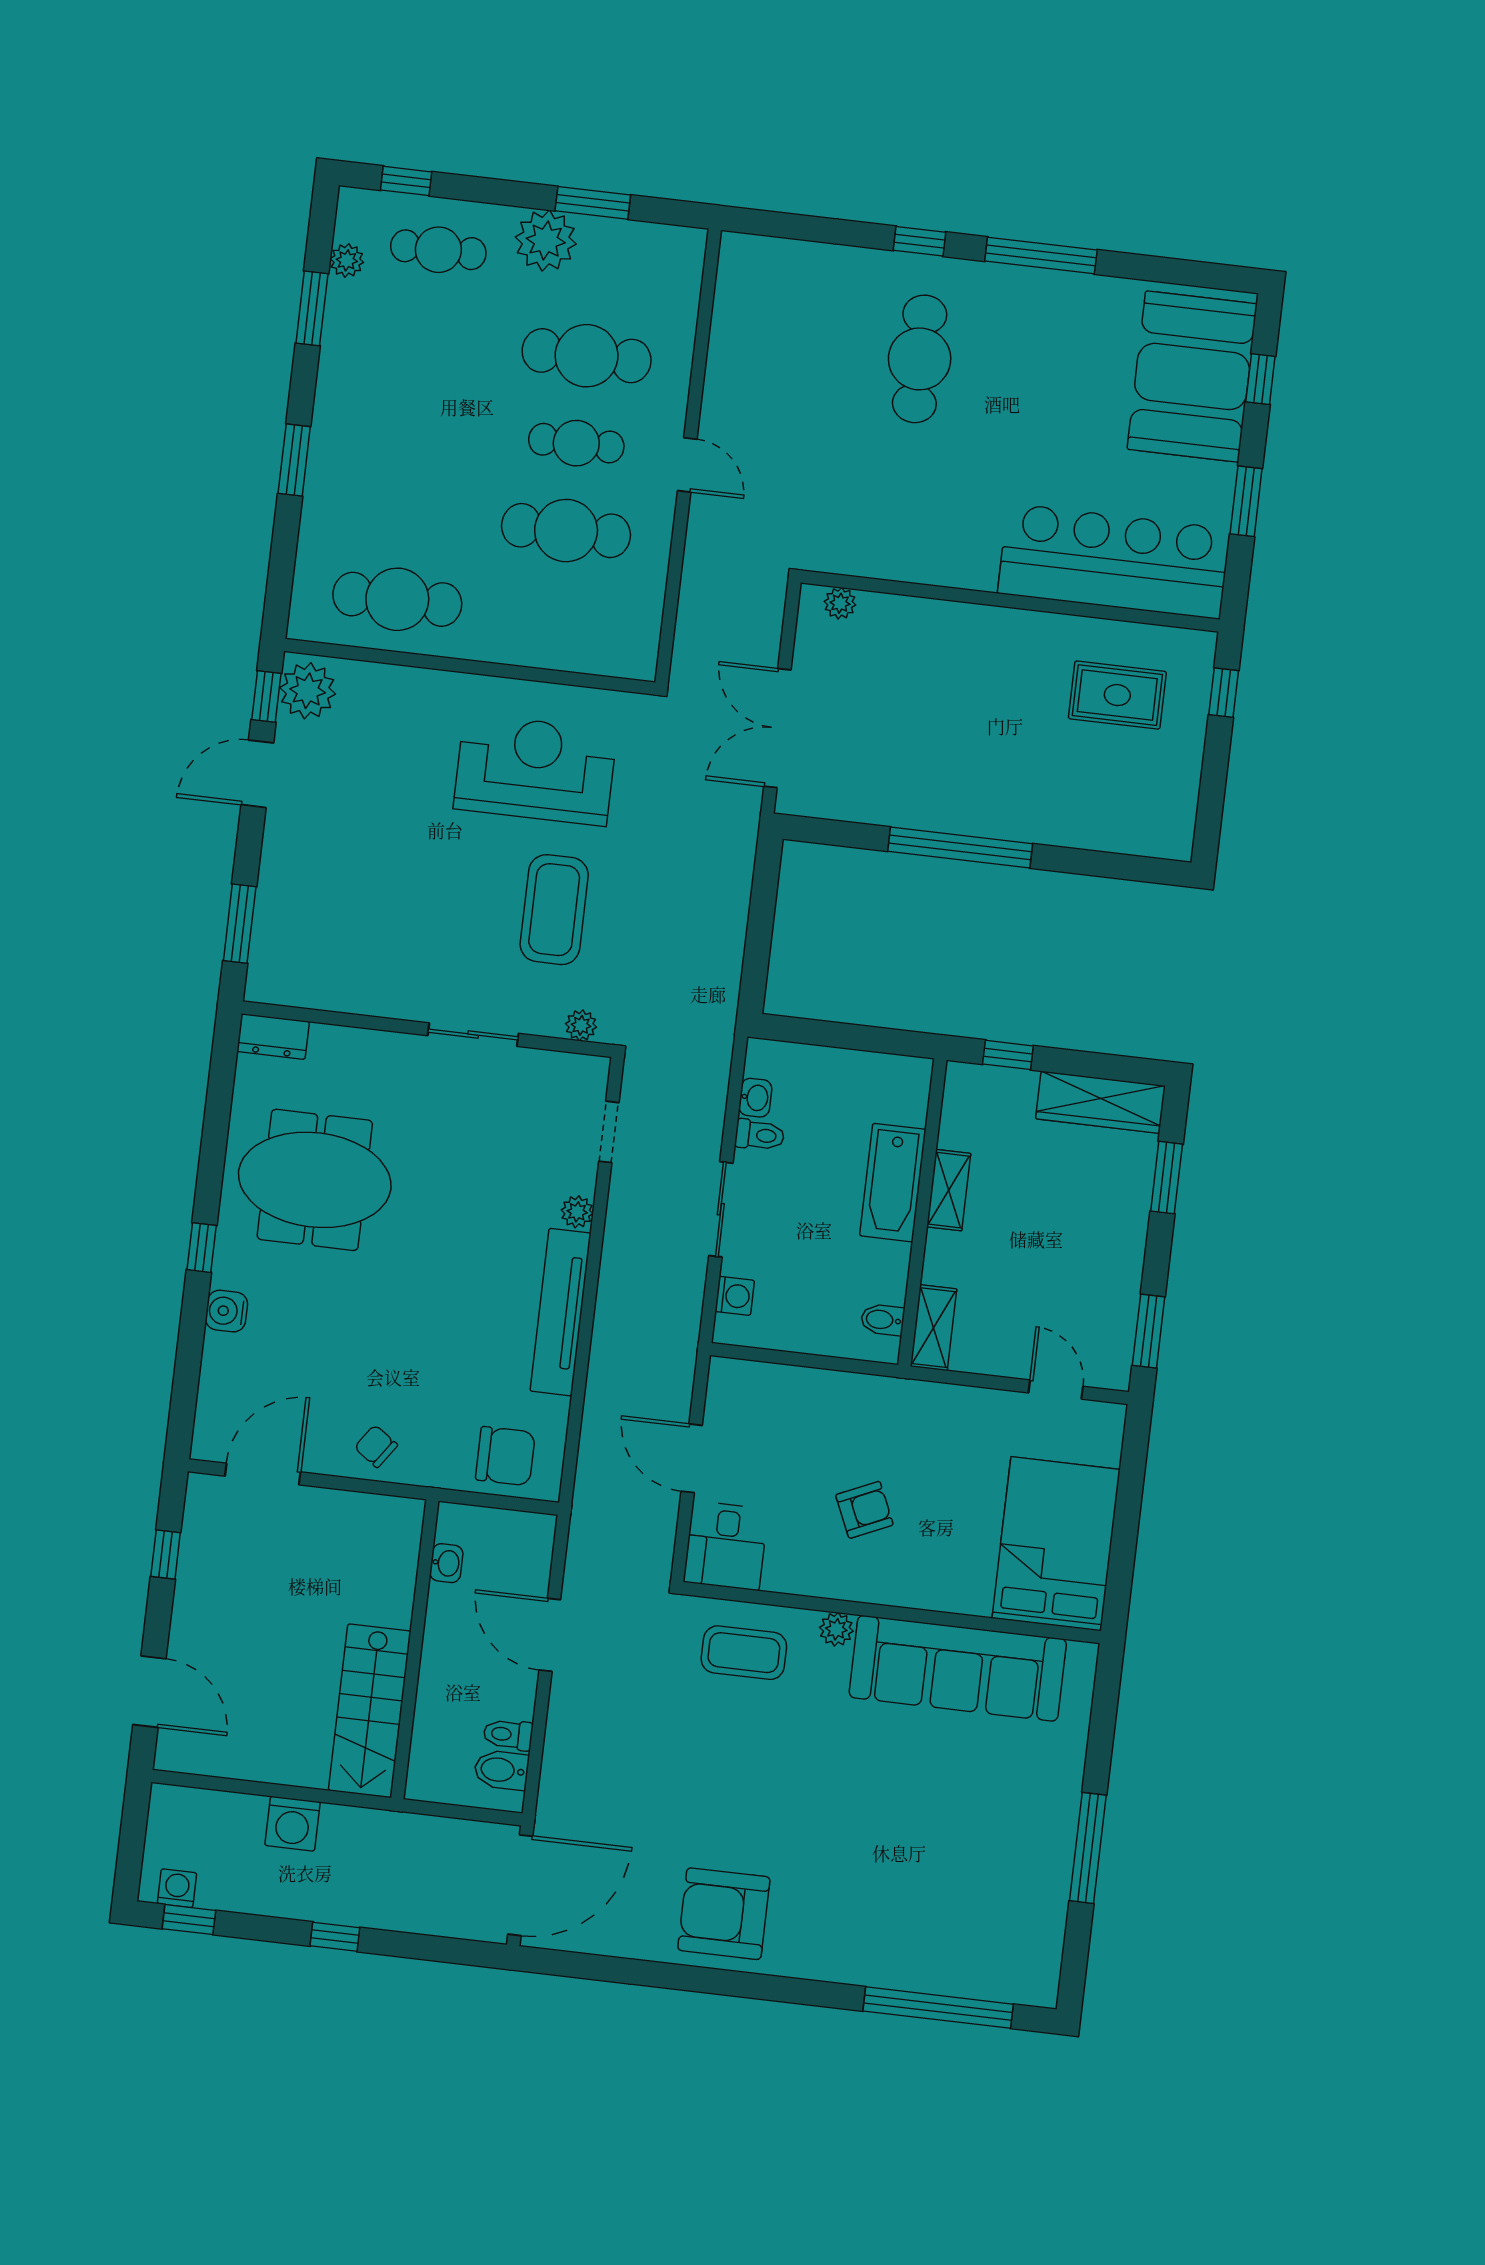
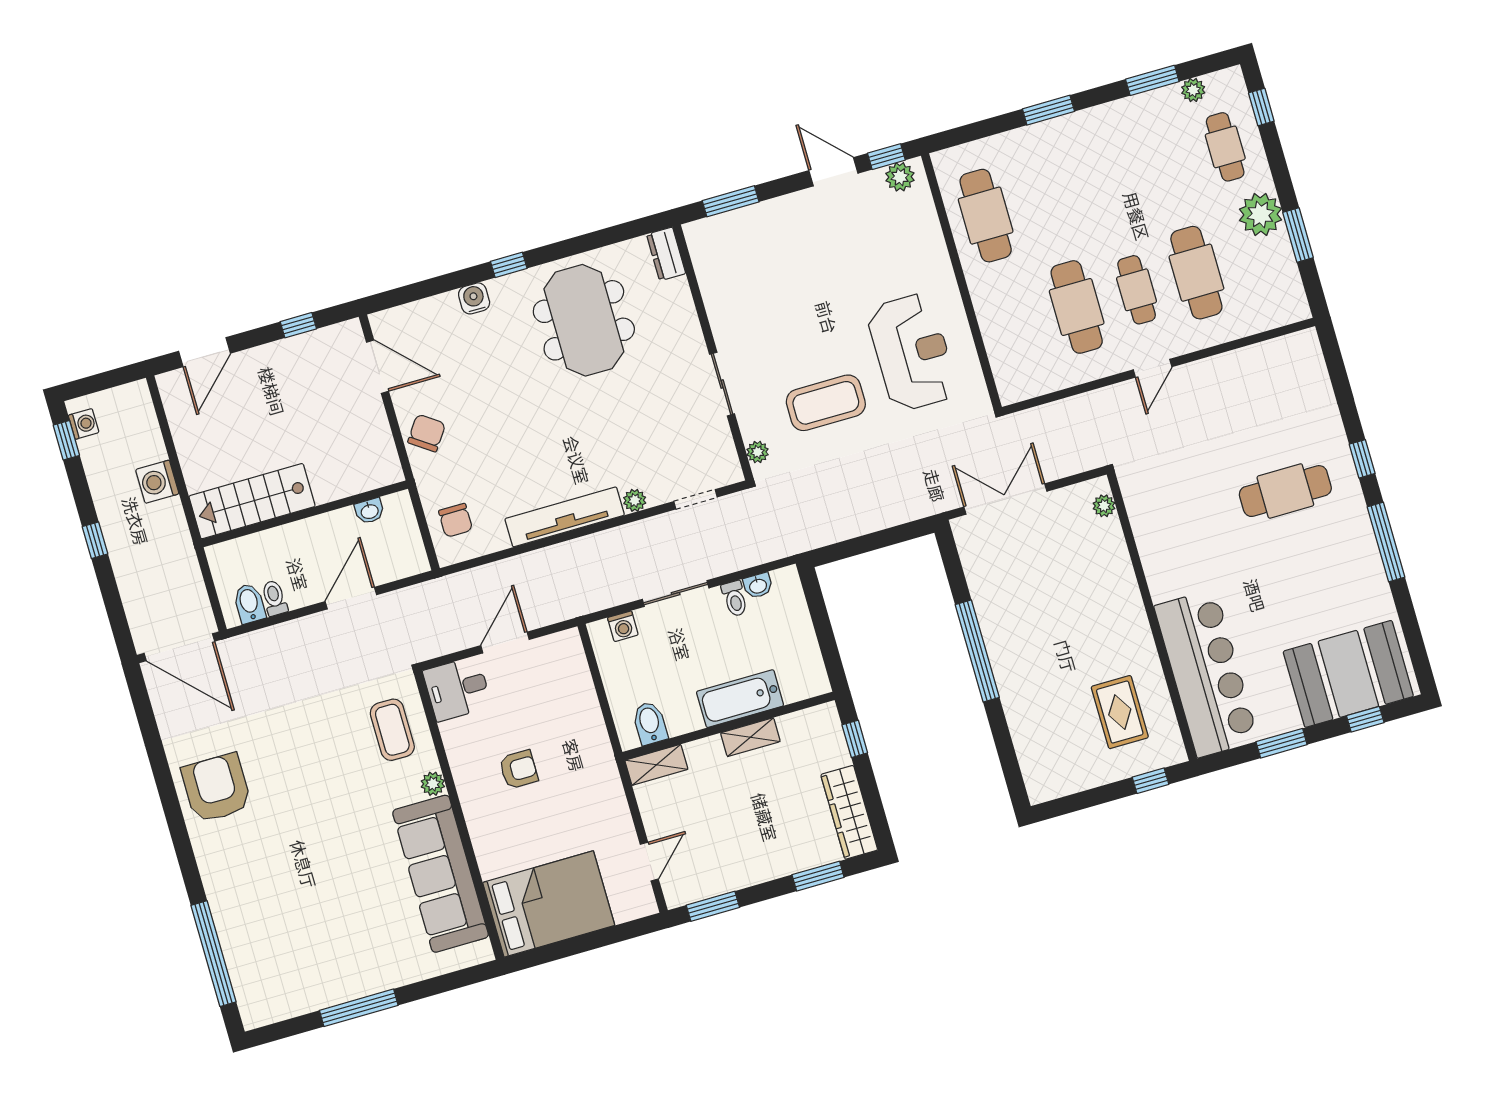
plant: (308, 691) -> (900, 177), width x0.73, depth x0.73
bidet: (882, 1320) -> (650, 723), width x1.38, depth x1.36
chair: (376, 1446) -> (427, 433), width x1.37, depth x1.37
chair: (505, 1456) -> (456, 520), width x0.73, depth x0.73
armchair: (864, 1510) -> (519, 769), turned -66

